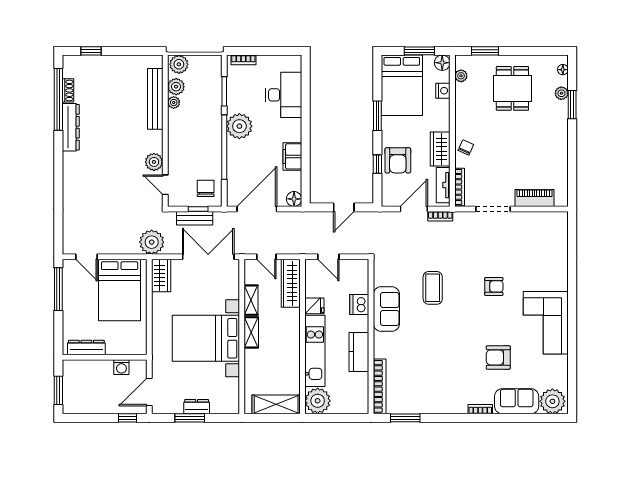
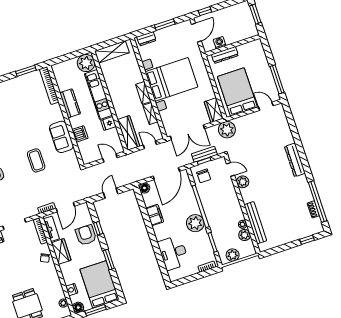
plant: (179, 64) -> (233, 255), moved
dresser: (71, 127) -> (295, 160), moved
dresser: (86, 348) -> (225, 55), moved
dresser: (197, 407) -> (146, 39), moved

